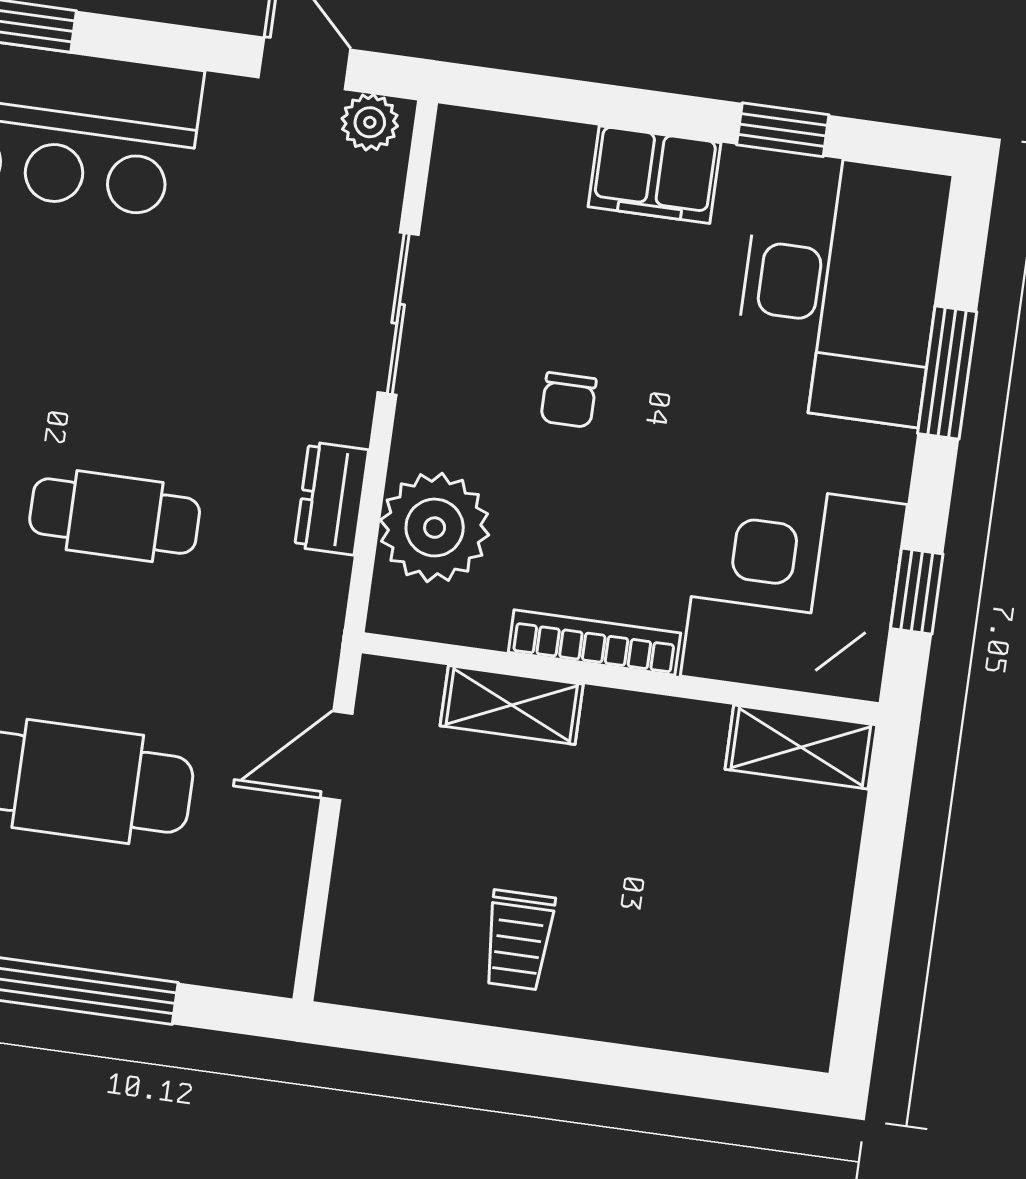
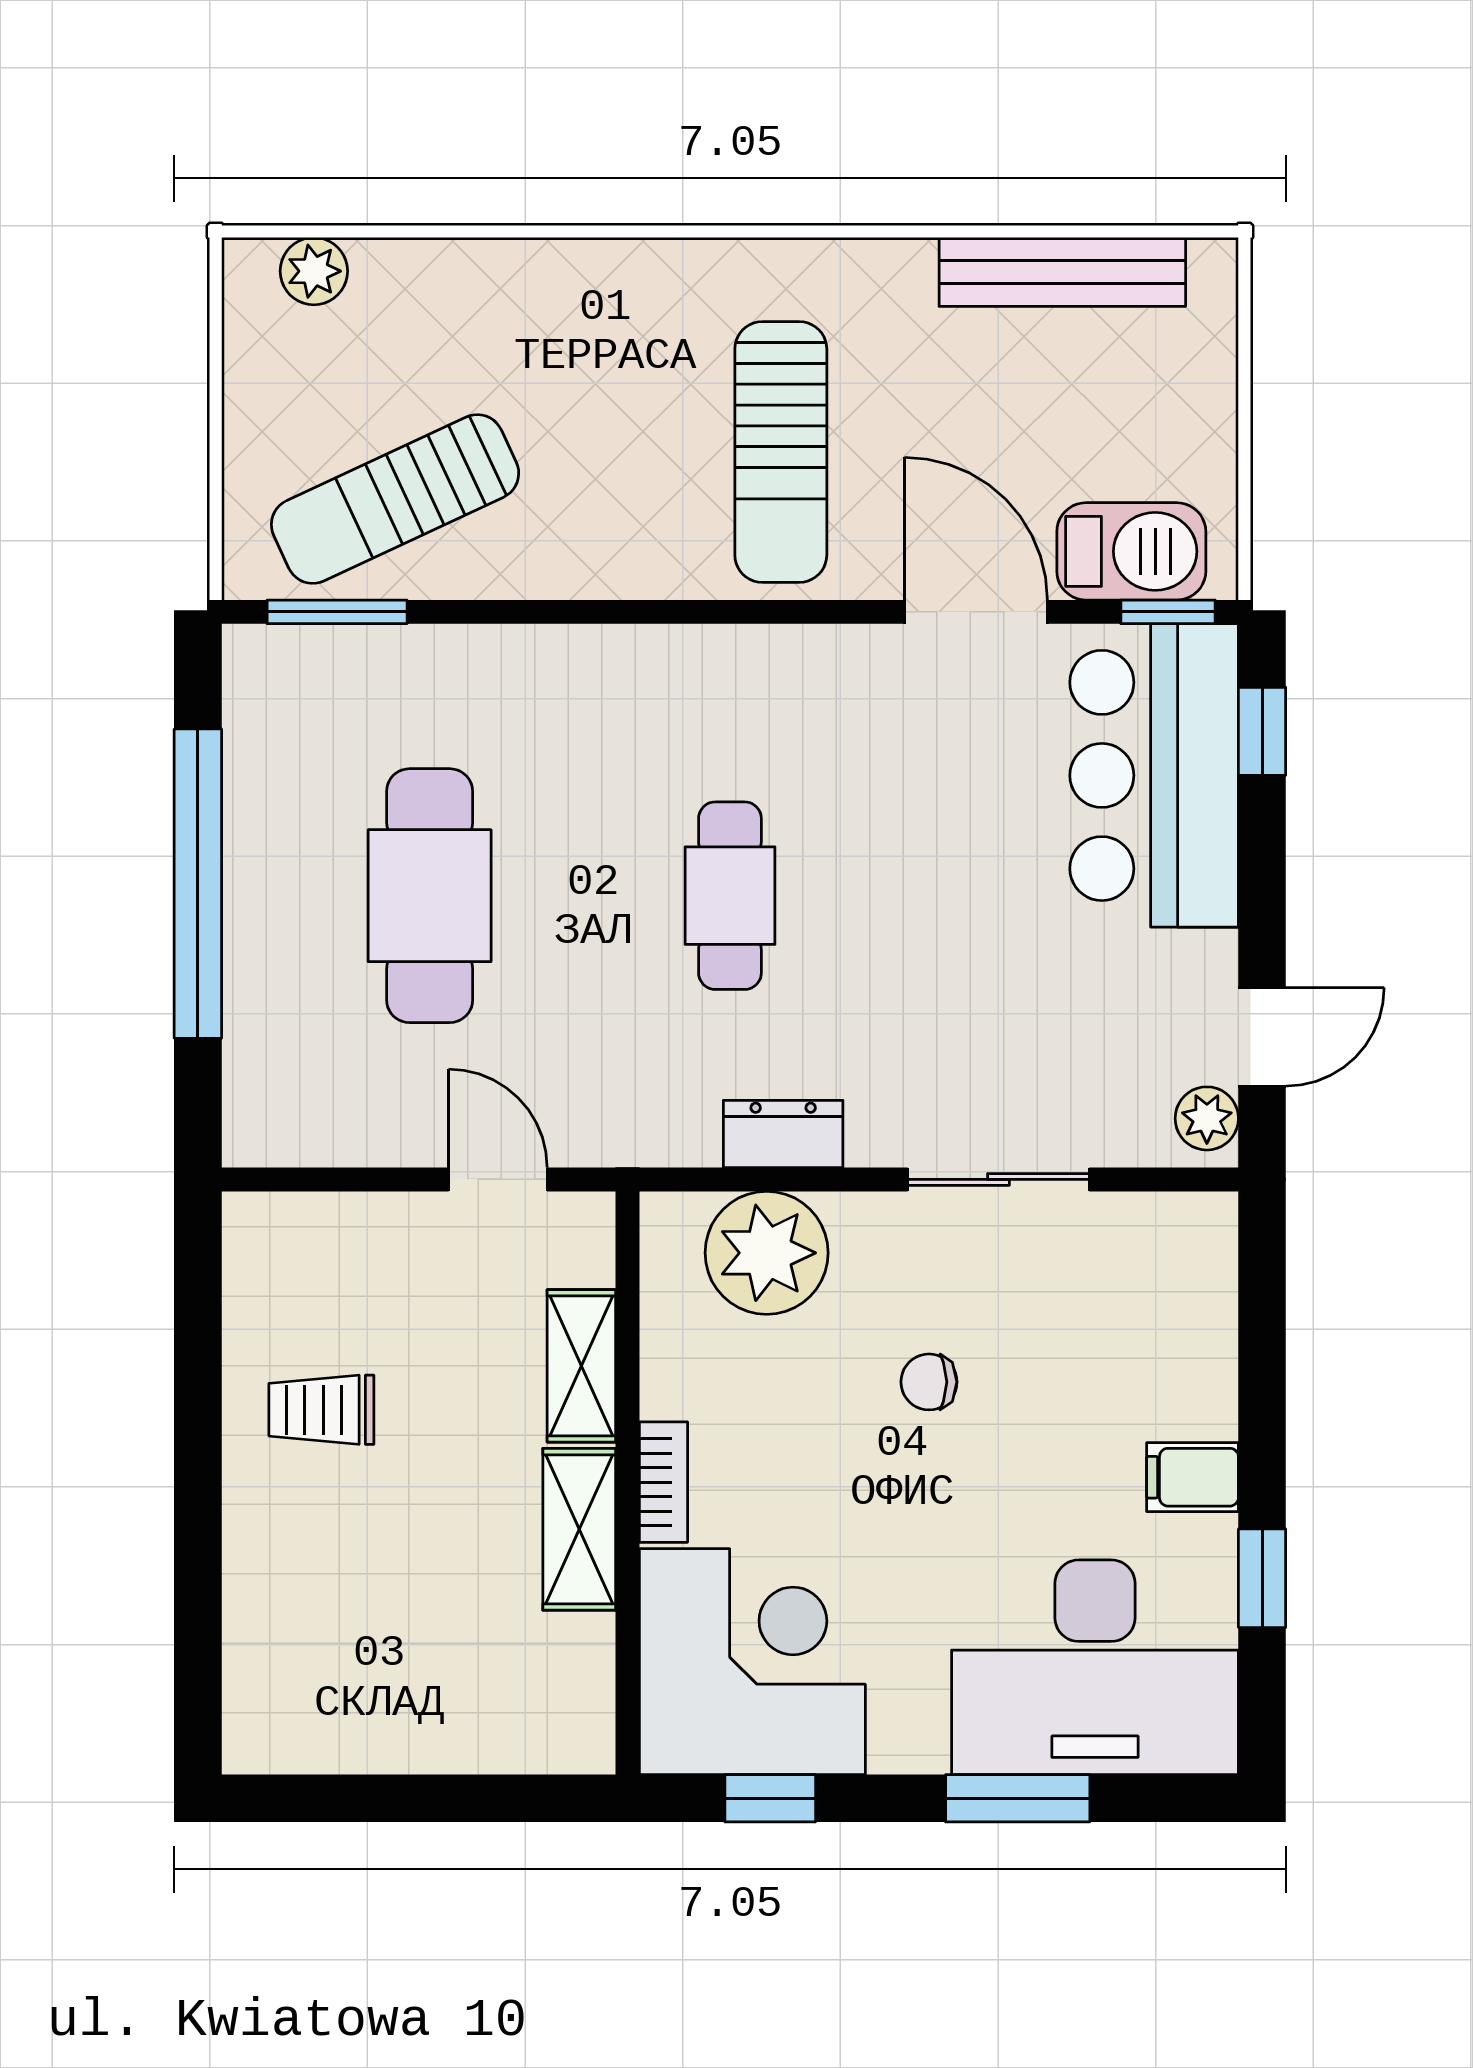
filing cabinet: (654, 175) -> (1193, 1477), width x0.50
bookcase: (594, 643) -> (663, 1482), width x0.64
shelving: (801, 747) -> (579, 1529), moved

